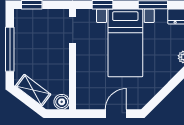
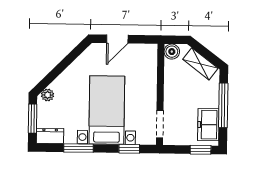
freezer: (24, 30) -> (208, 125), added

